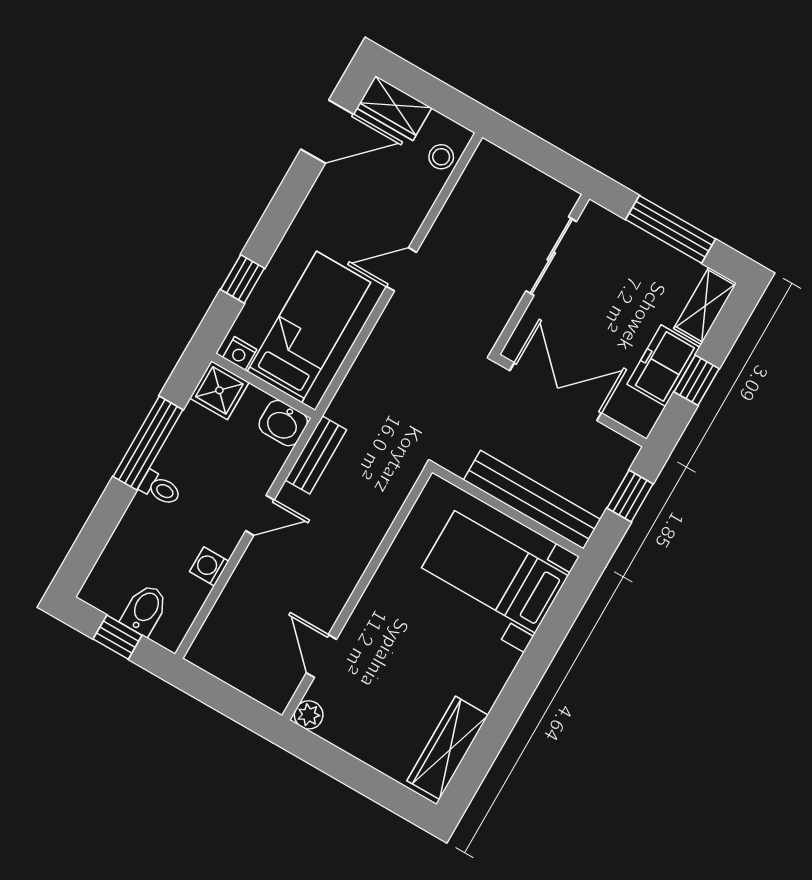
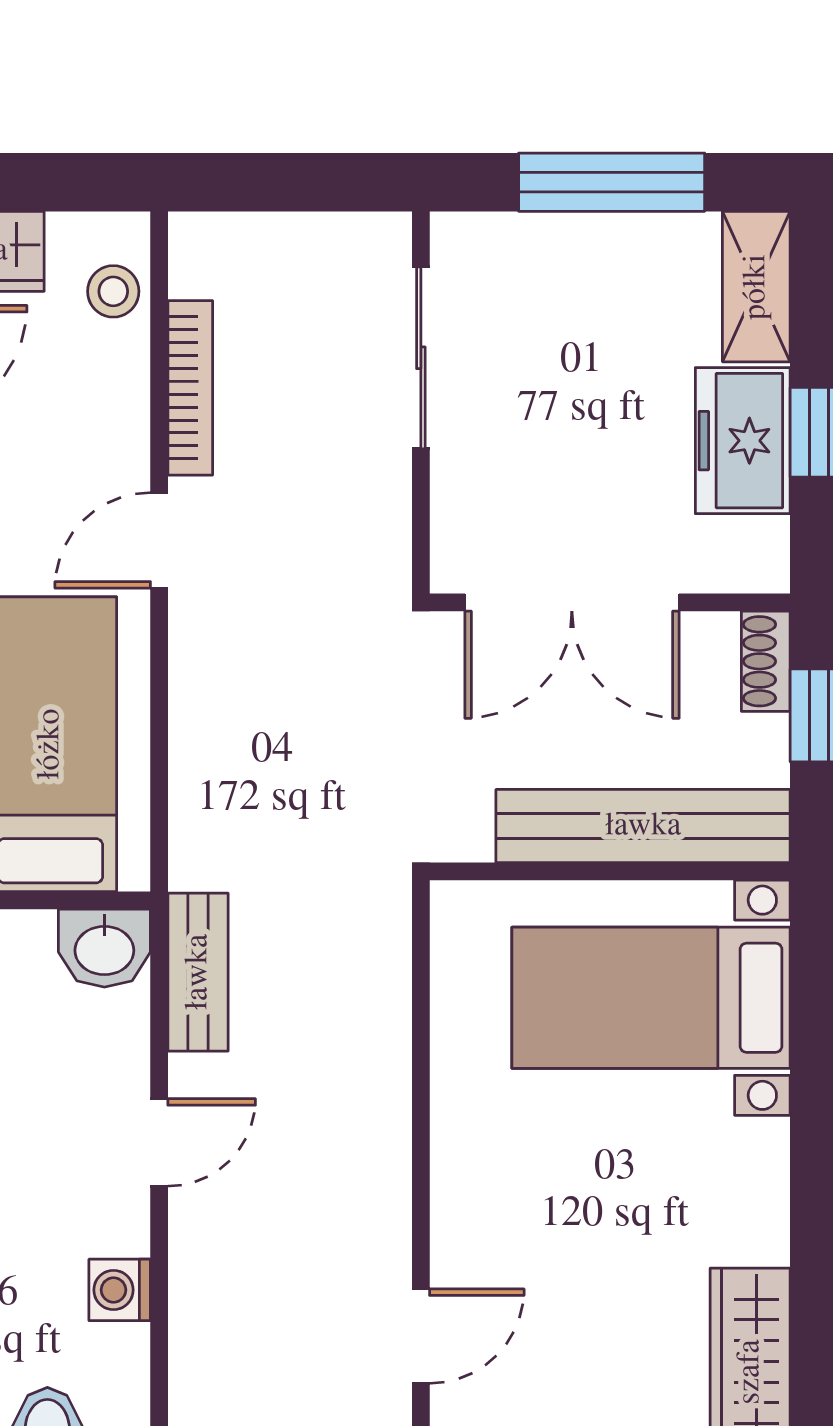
bookcase: (450, 214) -> (190, 388), added
double door: (556, 392) -> (572, 602), swing flipped
shoe rack: (621, 461) -> (766, 661), added
door: (321, 656) -> (421, 1336), swing flipped

